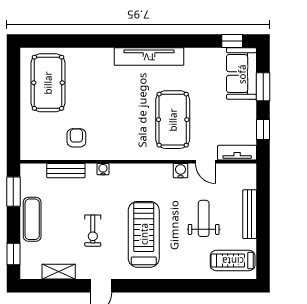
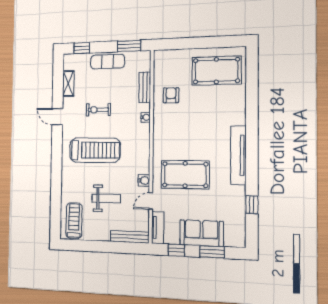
window: (232, 41) -> (252, 205), moved
sofa: (242, 74) -> (201, 233), moved
armchair: (76, 138) -> (171, 95), turned -90
bench: (250, 214) -> (130, 237), moved

